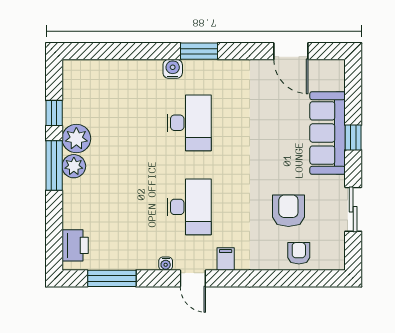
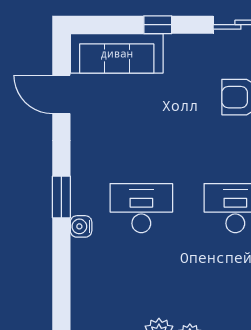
door: (291, 51) -> (61, 94), swing flipped
sofa: (328, 133) -> (117, 53), moved

